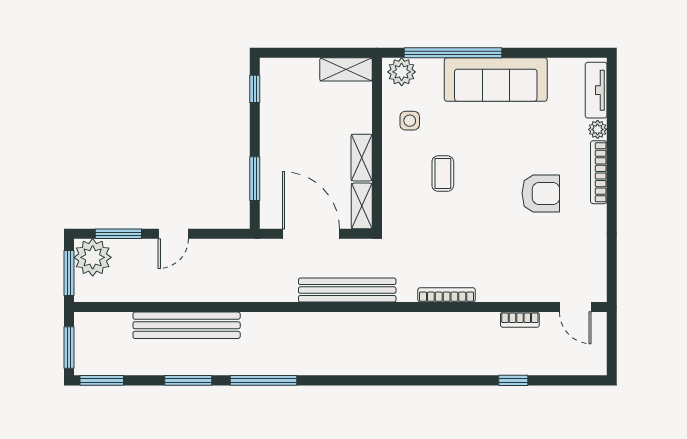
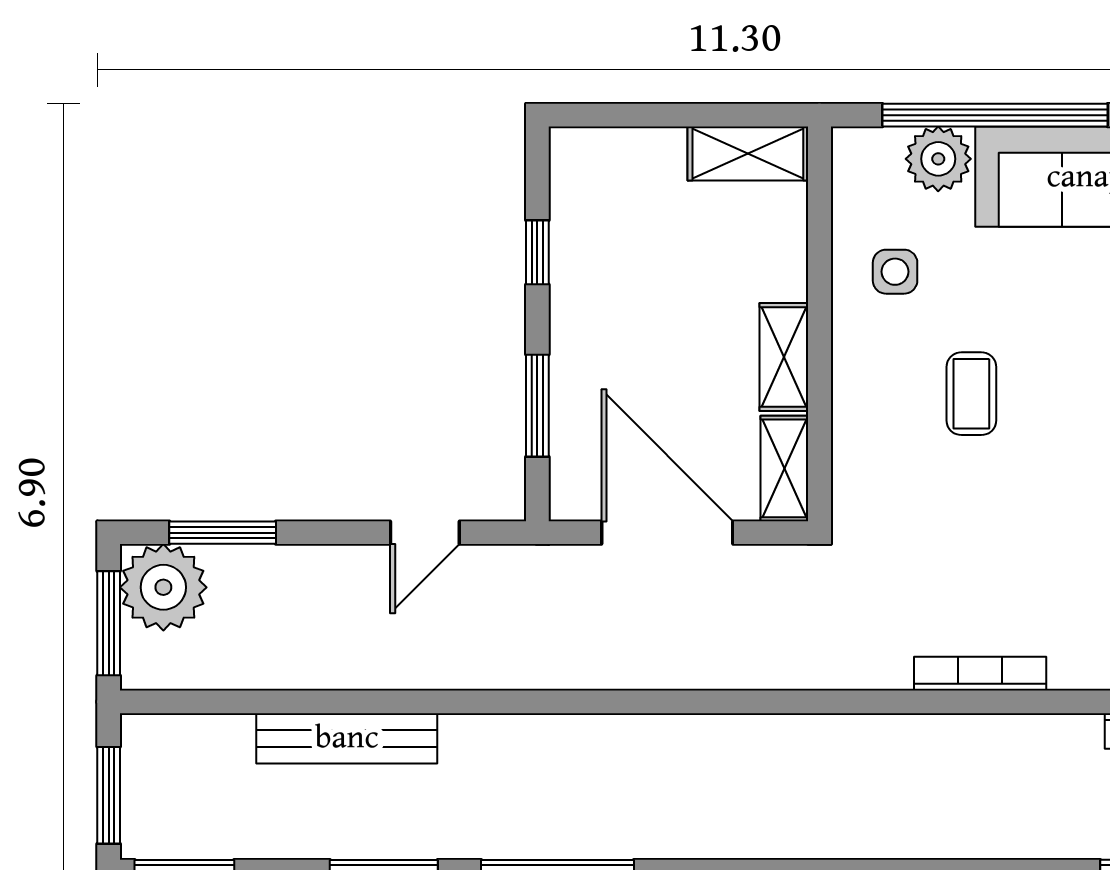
plant: (402, 72) -> (938, 159), moved
window: (255, 89) -> (537, 252), moved
door: (173, 234) -> (425, 533), moved
bench: (347, 290) -> (751, 663), removed
bench: (187, 325) -> (347, 738), width x0.73, depth x0.82

